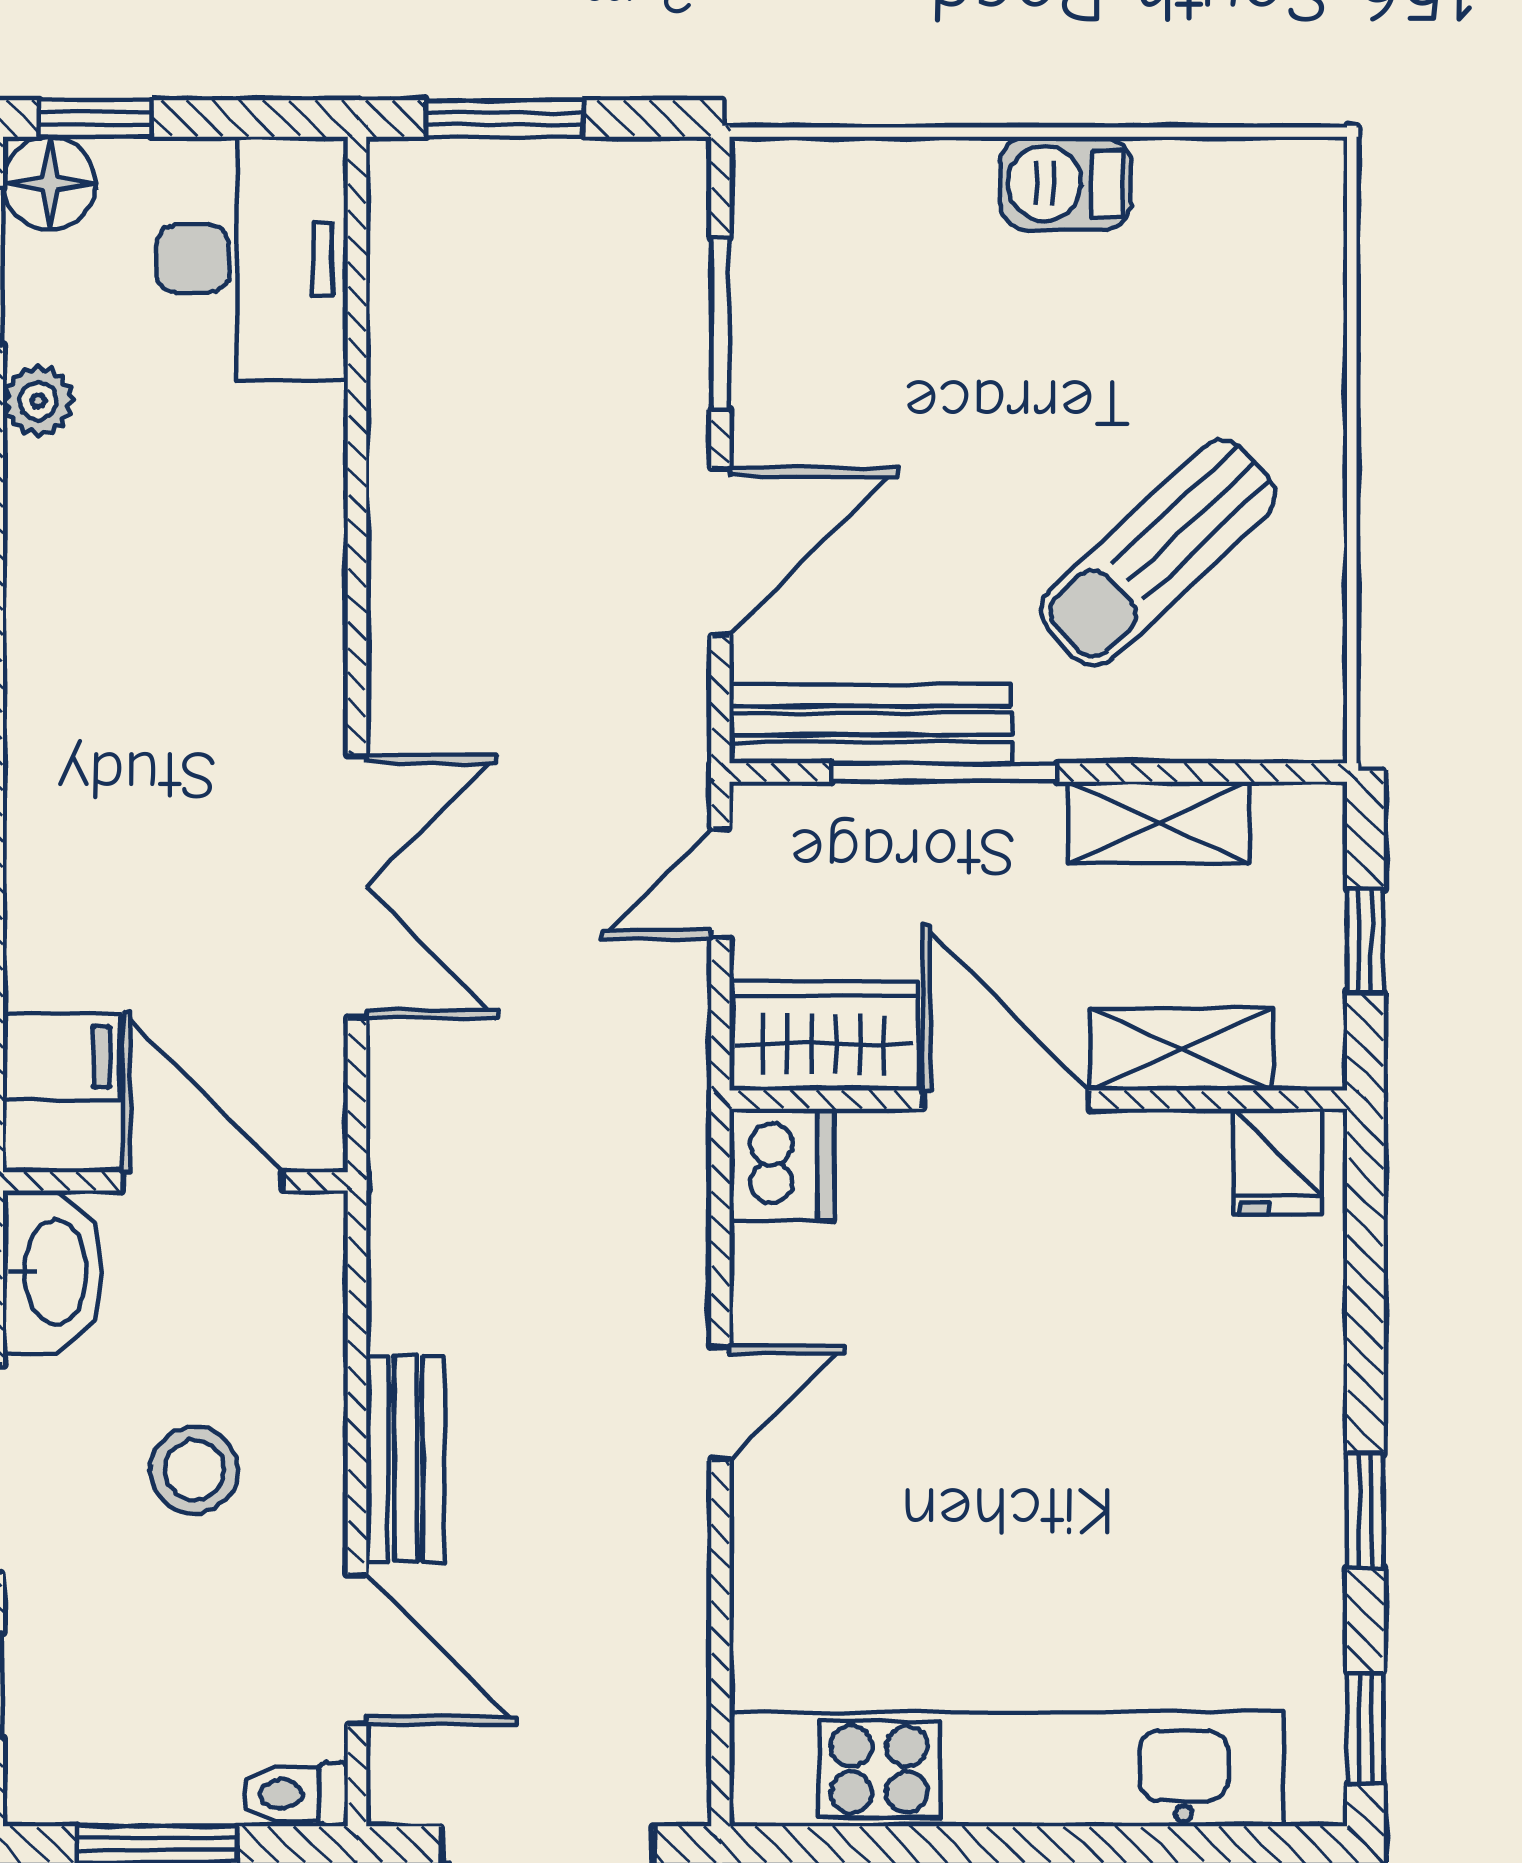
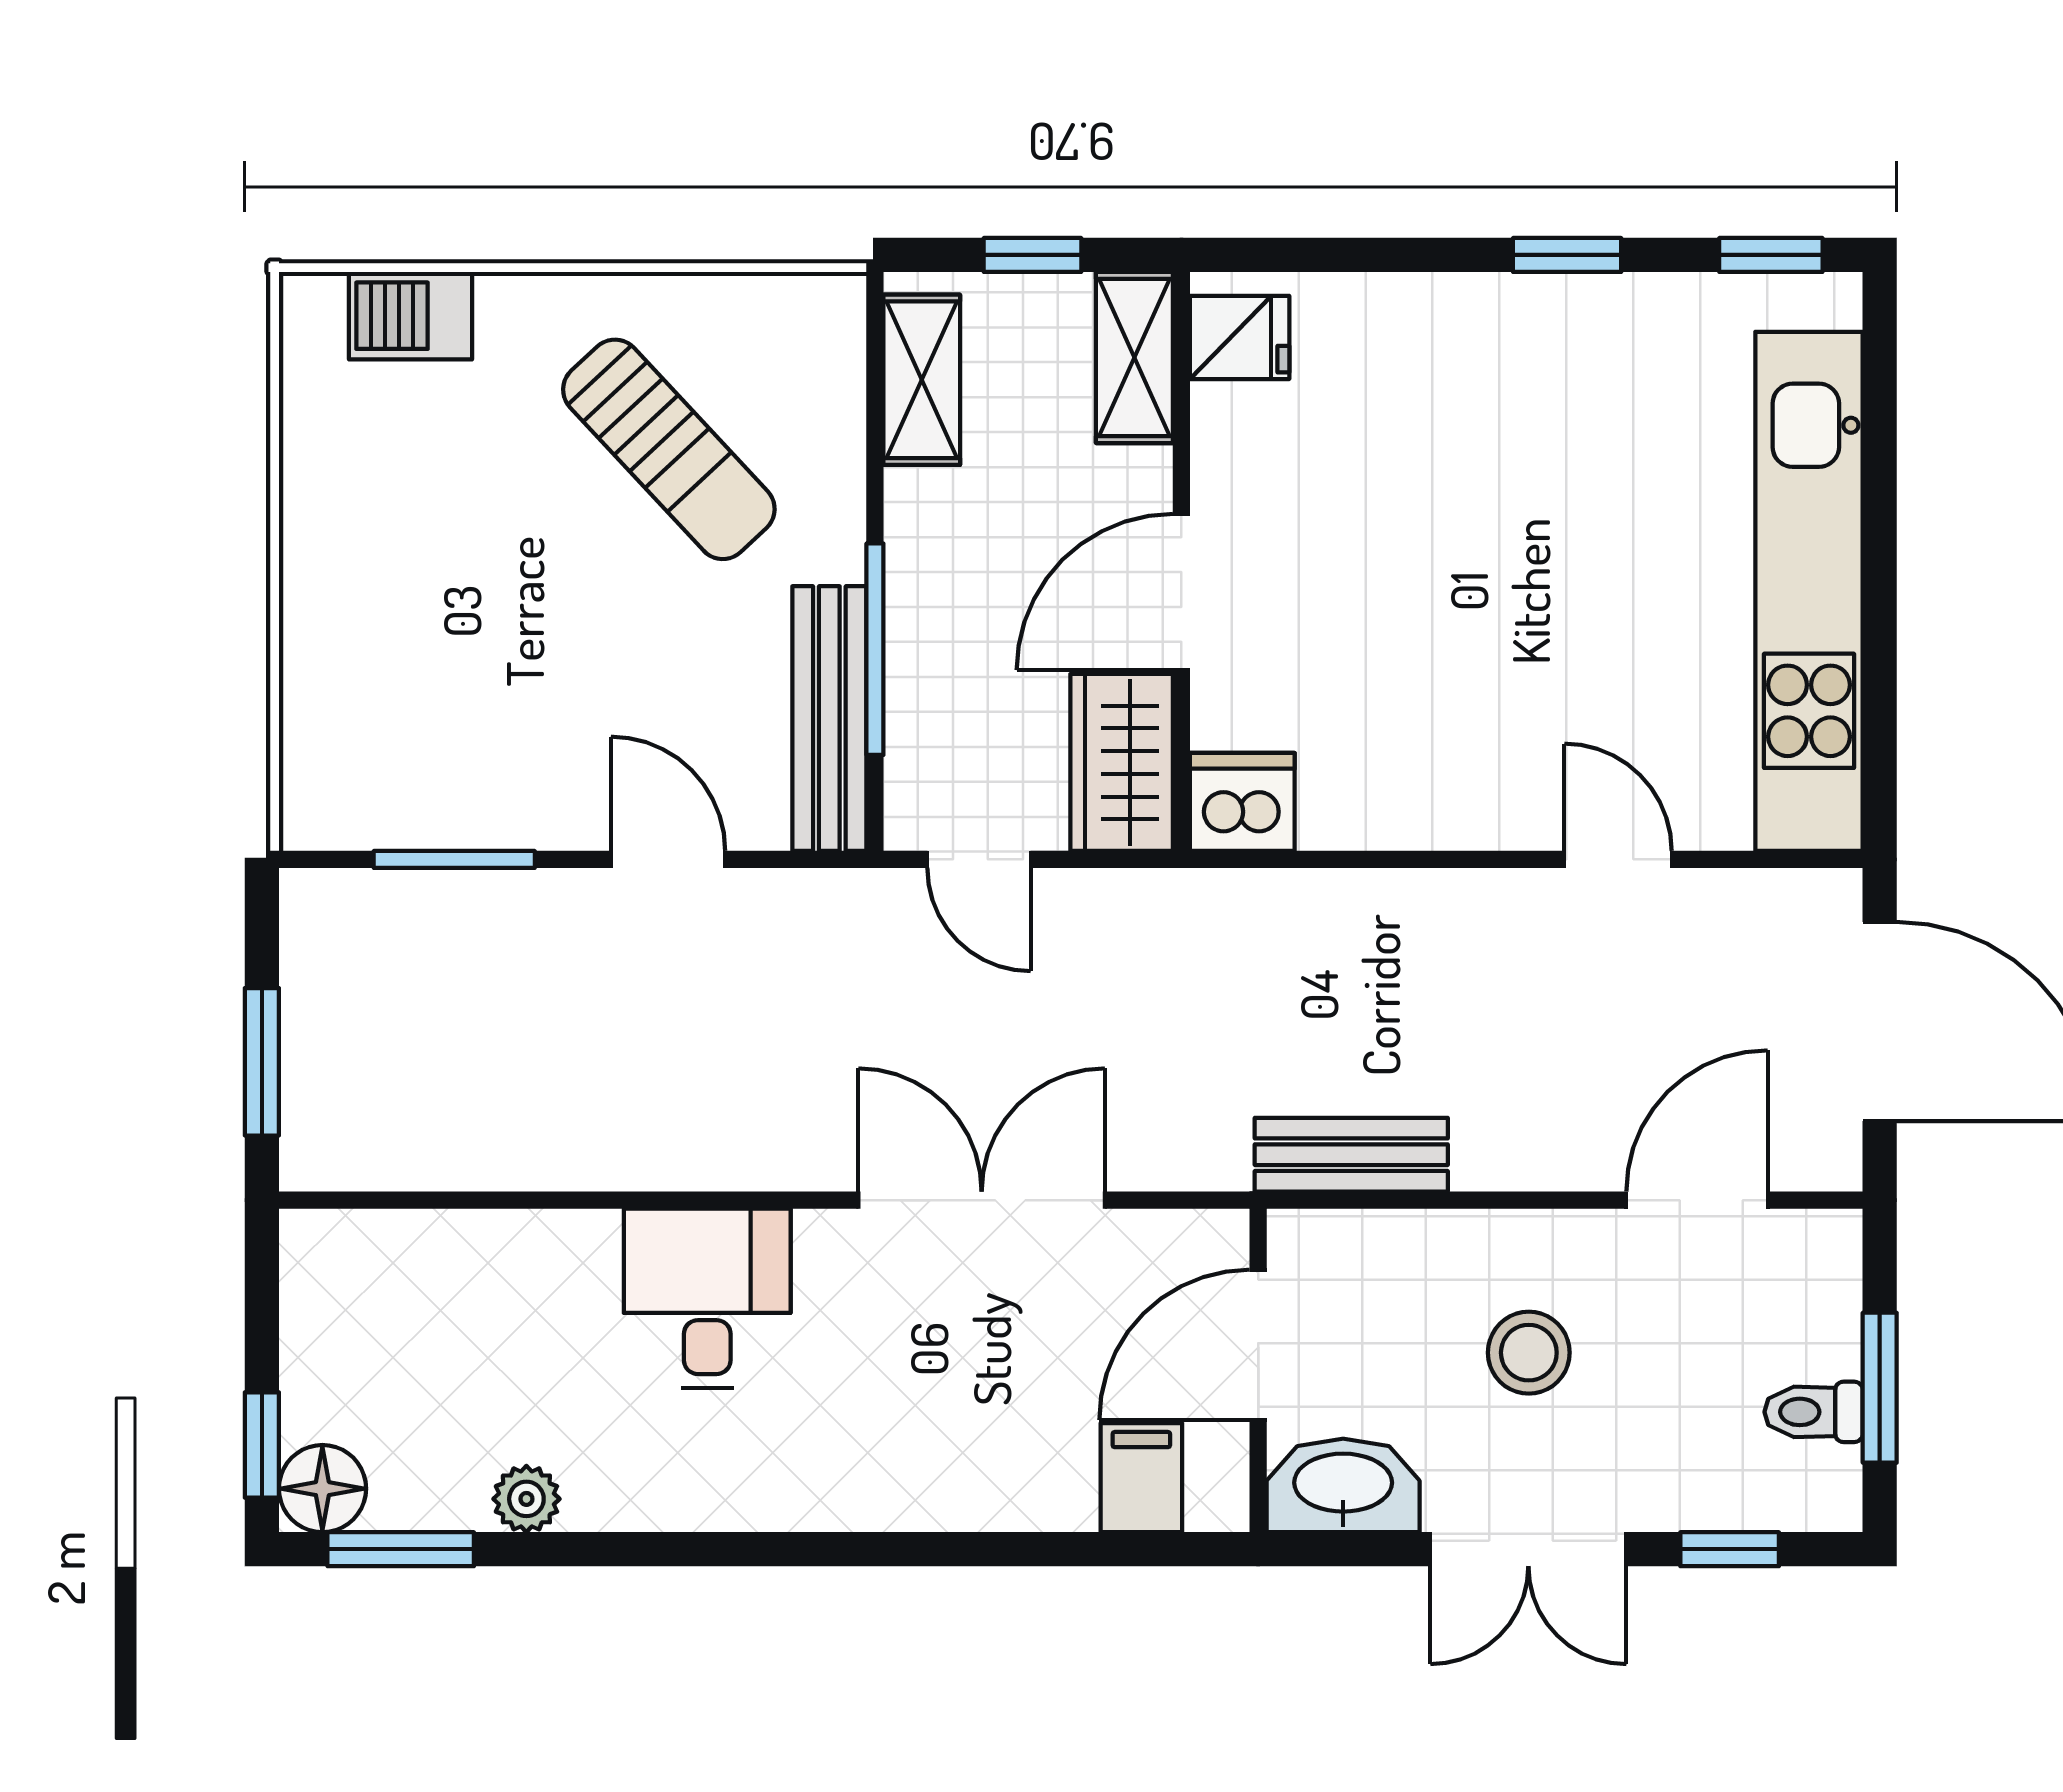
barbecue: (1066, 183) -> (410, 316), moved, turned 90
desk: (252, 259) -> (707, 1298), moved, width x0.73
door: (720, 552) -> (668, 859), width x0.73
shelving: (1159, 823) -> (922, 380), moved
shelving: (1181, 1049) -> (1134, 357), moved
door: (720, 1403) -> (1618, 859), moved
bench: (405, 1459) -> (1351, 1155), moved
toilet: (296, 1794) -> (1814, 1412), moved, turned 90

